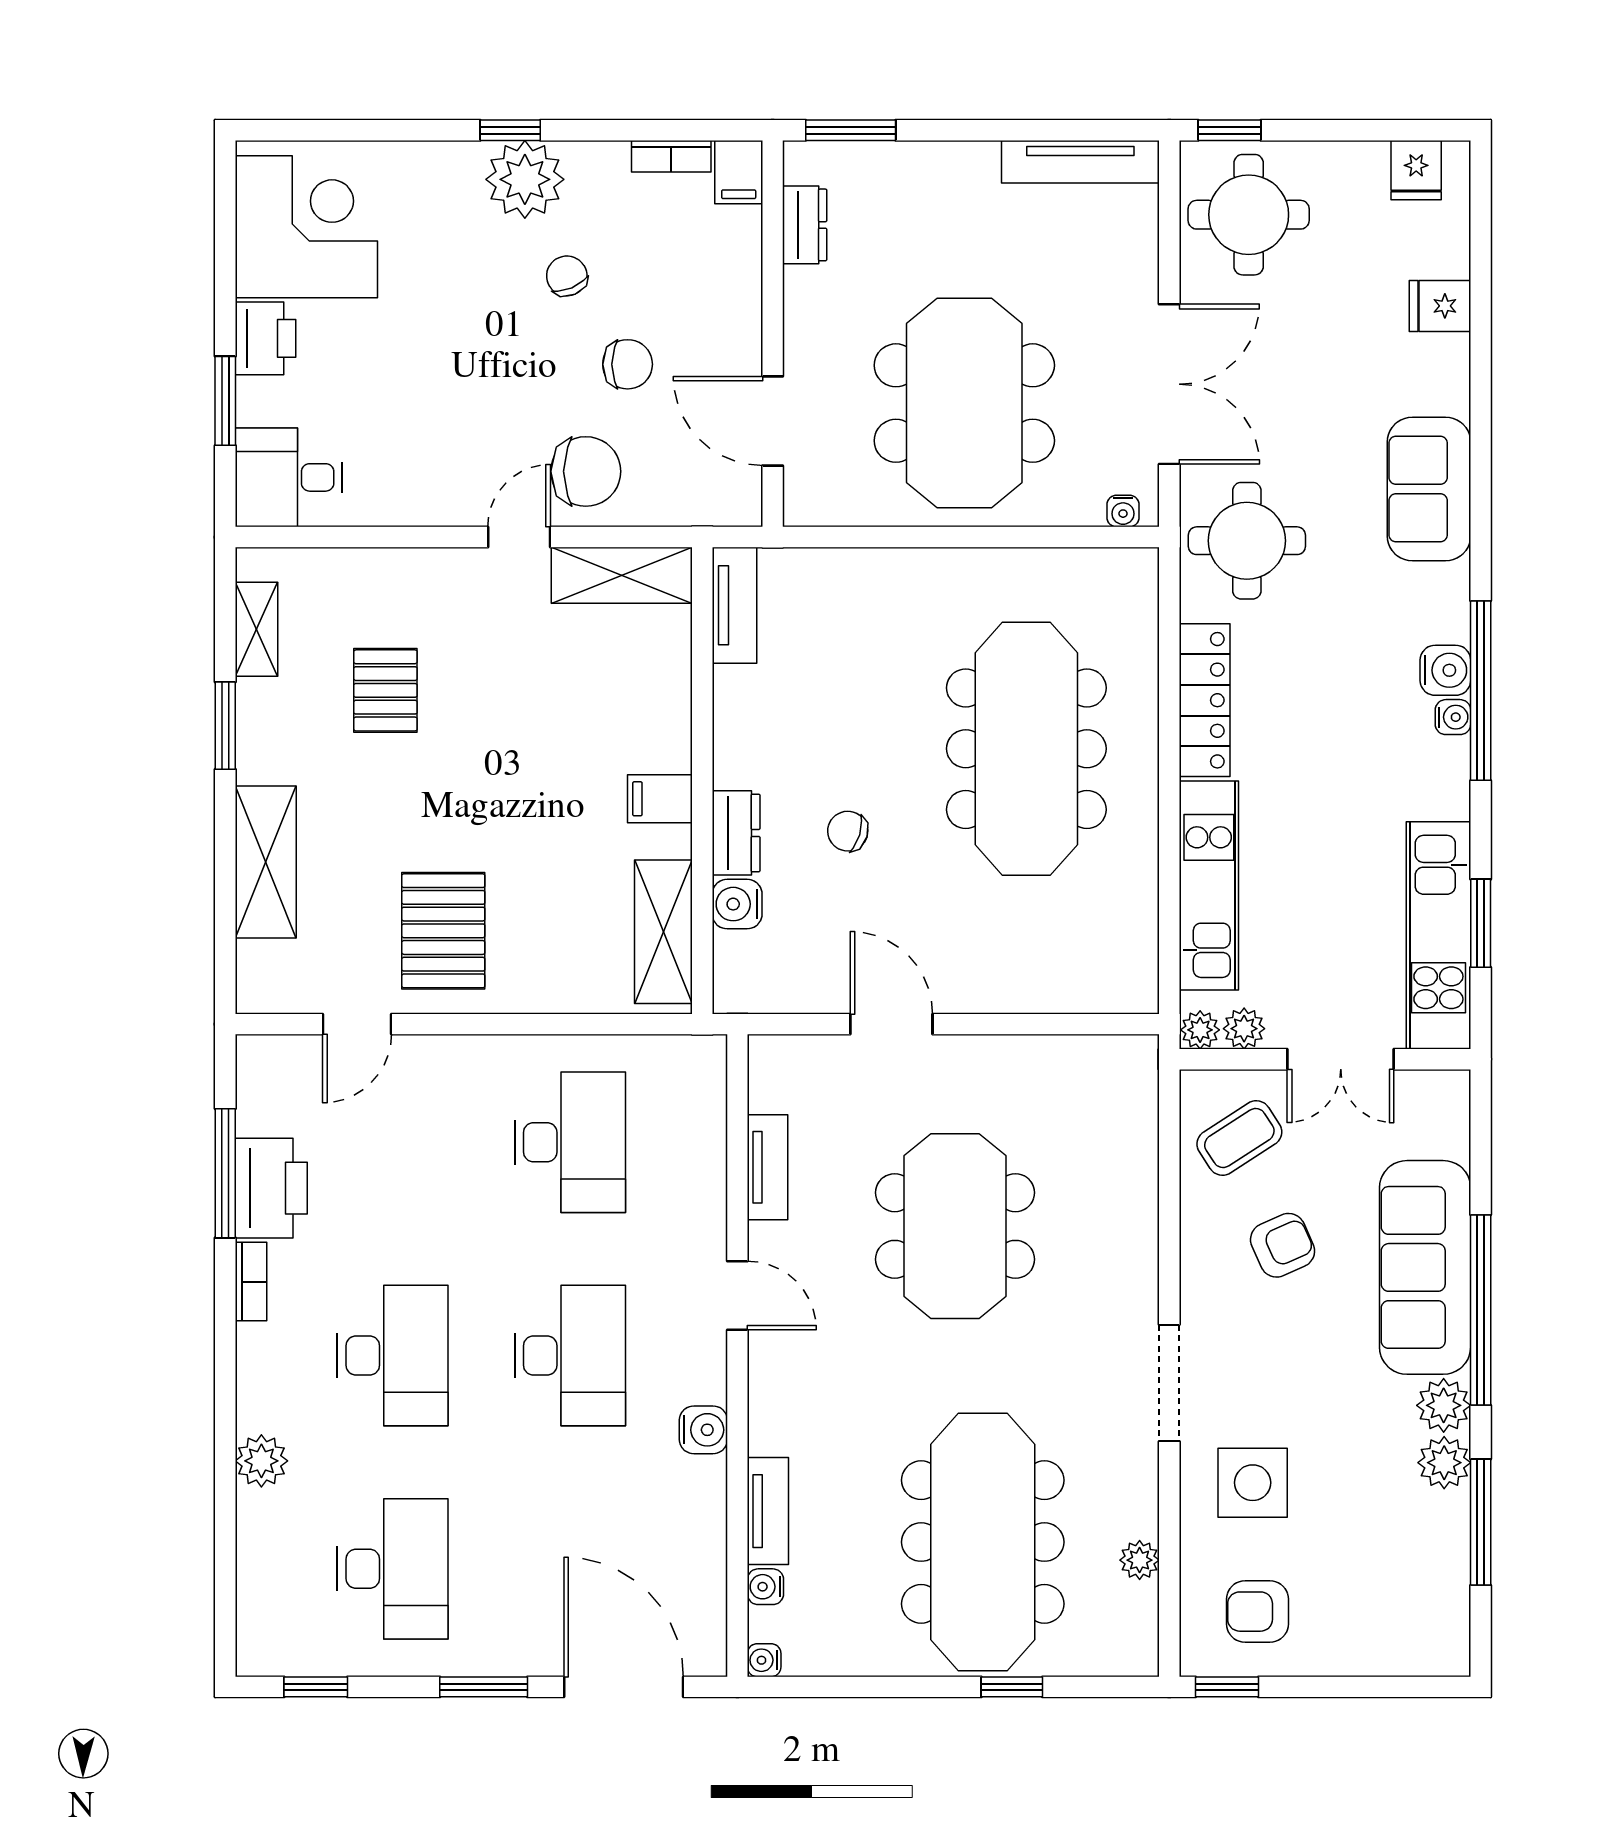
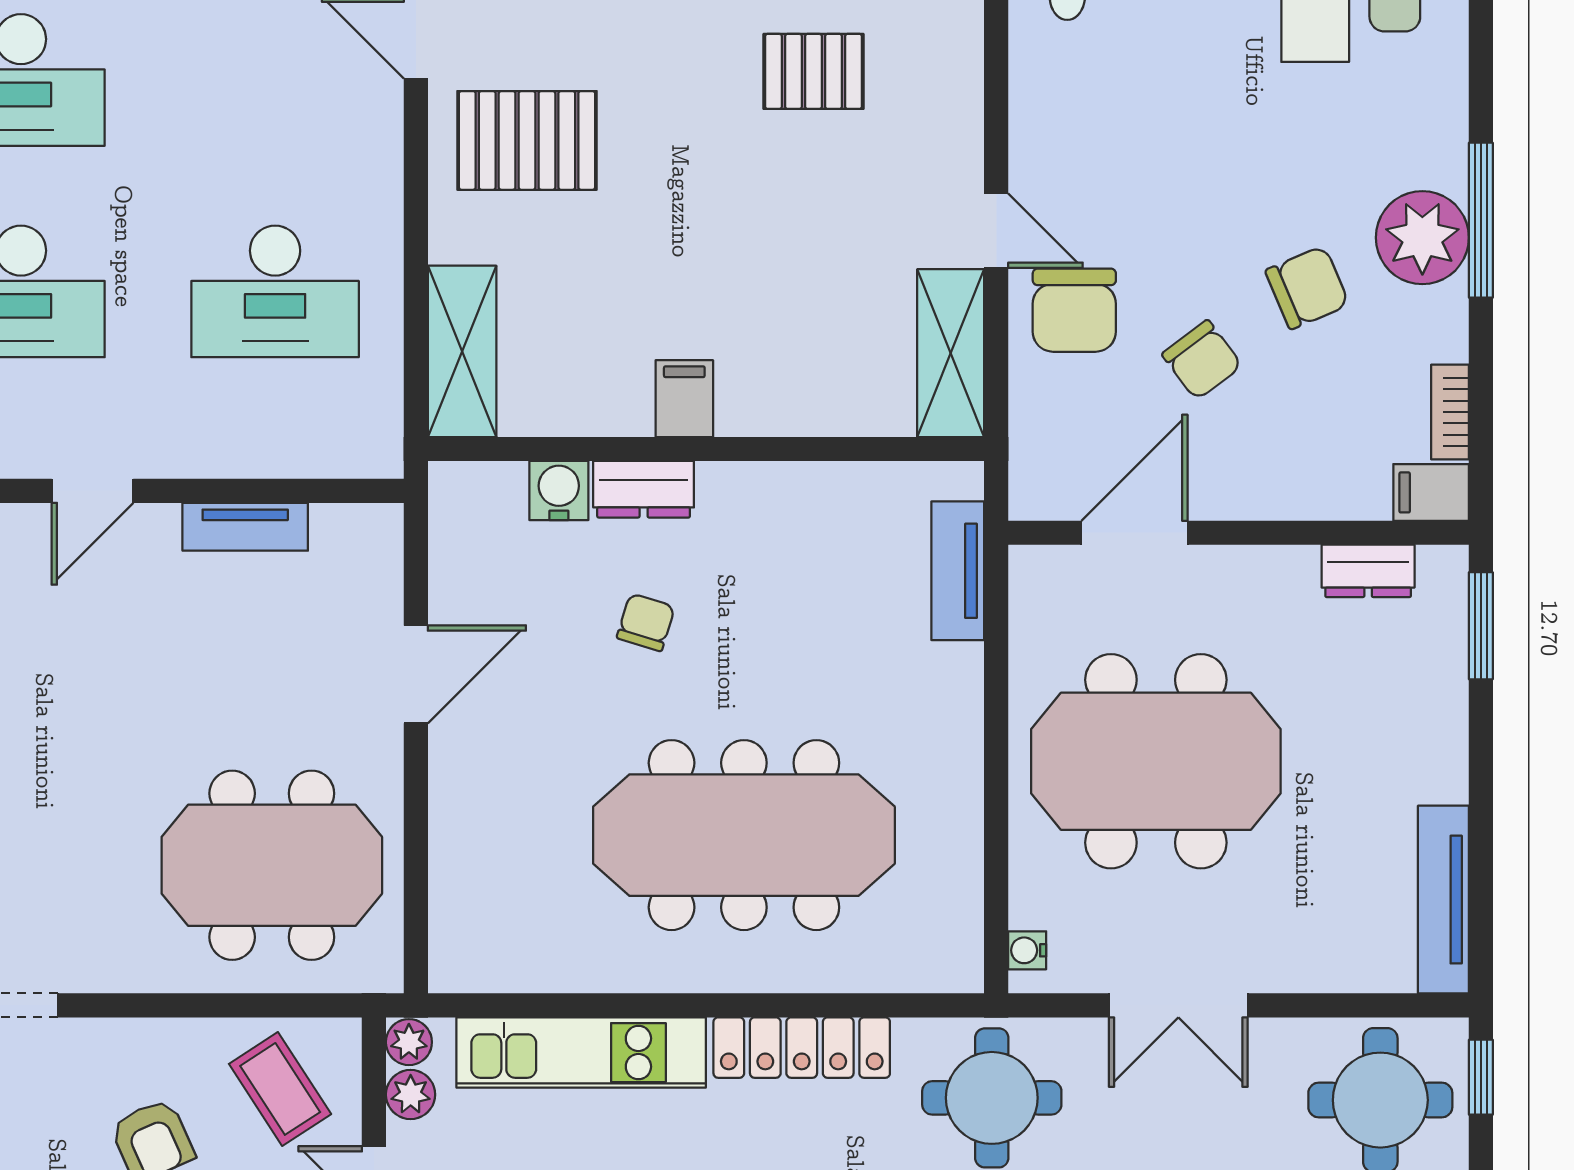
window: (510, 130) -> (1481, 220), width x2.17
chair: (567, 276) -> (1307, 288), width x1.37, depth x1.37
chair: (628, 364) -> (1202, 360), turned -37
double door: (1169, 384) -> (1178, 1005), width x0.73
tv unit: (735, 605) -> (958, 571), moved, turned 90
shelving: (663, 932) -> (462, 351), moved, turned 90
meeting table: (955, 1226) -> (272, 865), moved

